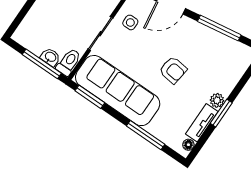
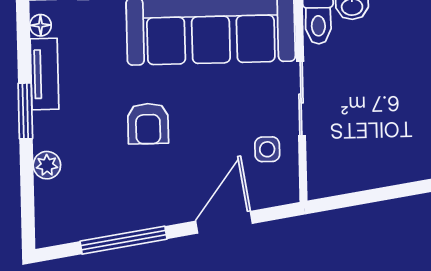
armchair: (173, 70) -> (148, 124), turned -97
plant: (217, 100) -> (47, 165), moved

